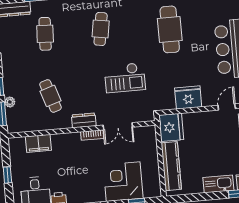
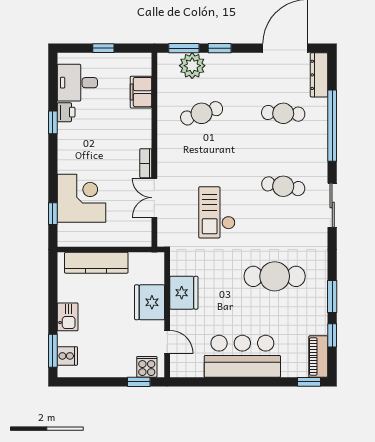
plant: (10, 102) -> (192, 66), width x1.88, depth x1.88
dresser: (84, 120) -> (166, 154), removed
fridge: (171, 127) -> (150, 302), moved, turned 90
kitchen sink: (218, 184) -> (68, 317), width x0.73

